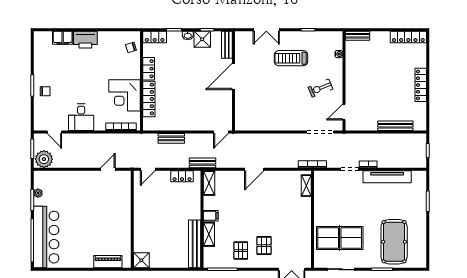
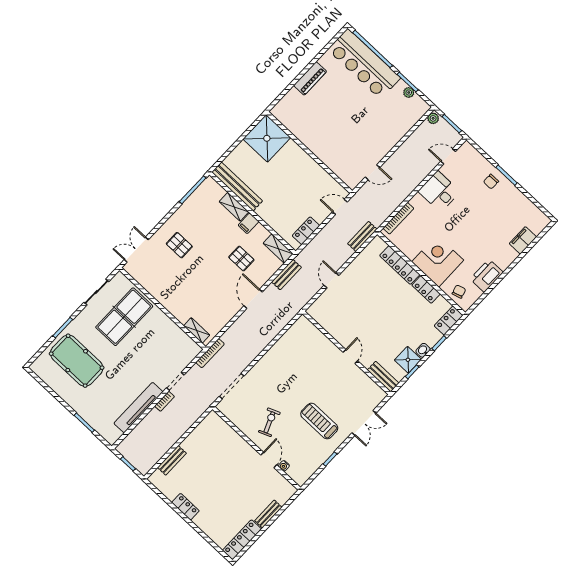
double door: (266, 30) -> (364, 423), swing flipped
bench: (357, 36) -> (268, 514), moved
printer: (85, 40) -> (487, 276), moved
treadmill: (291, 58) -> (319, 421), turned -90
door: (233, 76) -> (350, 356), width x0.53
locker: (421, 85) -> (185, 507), width x0.66
corner desk: (125, 95) -> (438, 261), moved
door: (344, 112) -> (269, 460), moved
bench: (395, 126) -> (172, 460), width x0.73
door: (221, 132) -> (331, 280), moved
bench: (171, 138) -> (362, 236), moved
plant: (44, 159) -> (433, 118), width x0.53, depth x0.53
bench: (202, 163) -> (286, 275), moved
door: (108, 169) -> (372, 172), hinge flipped
door: (148, 169) -> (340, 207), hinge flipped
pallet: (241, 251) -> (241, 259), moved
shower: (141, 260) -> (267, 138), width x1.86, depth x1.86
piano: (108, 262) -> (310, 78), moved

